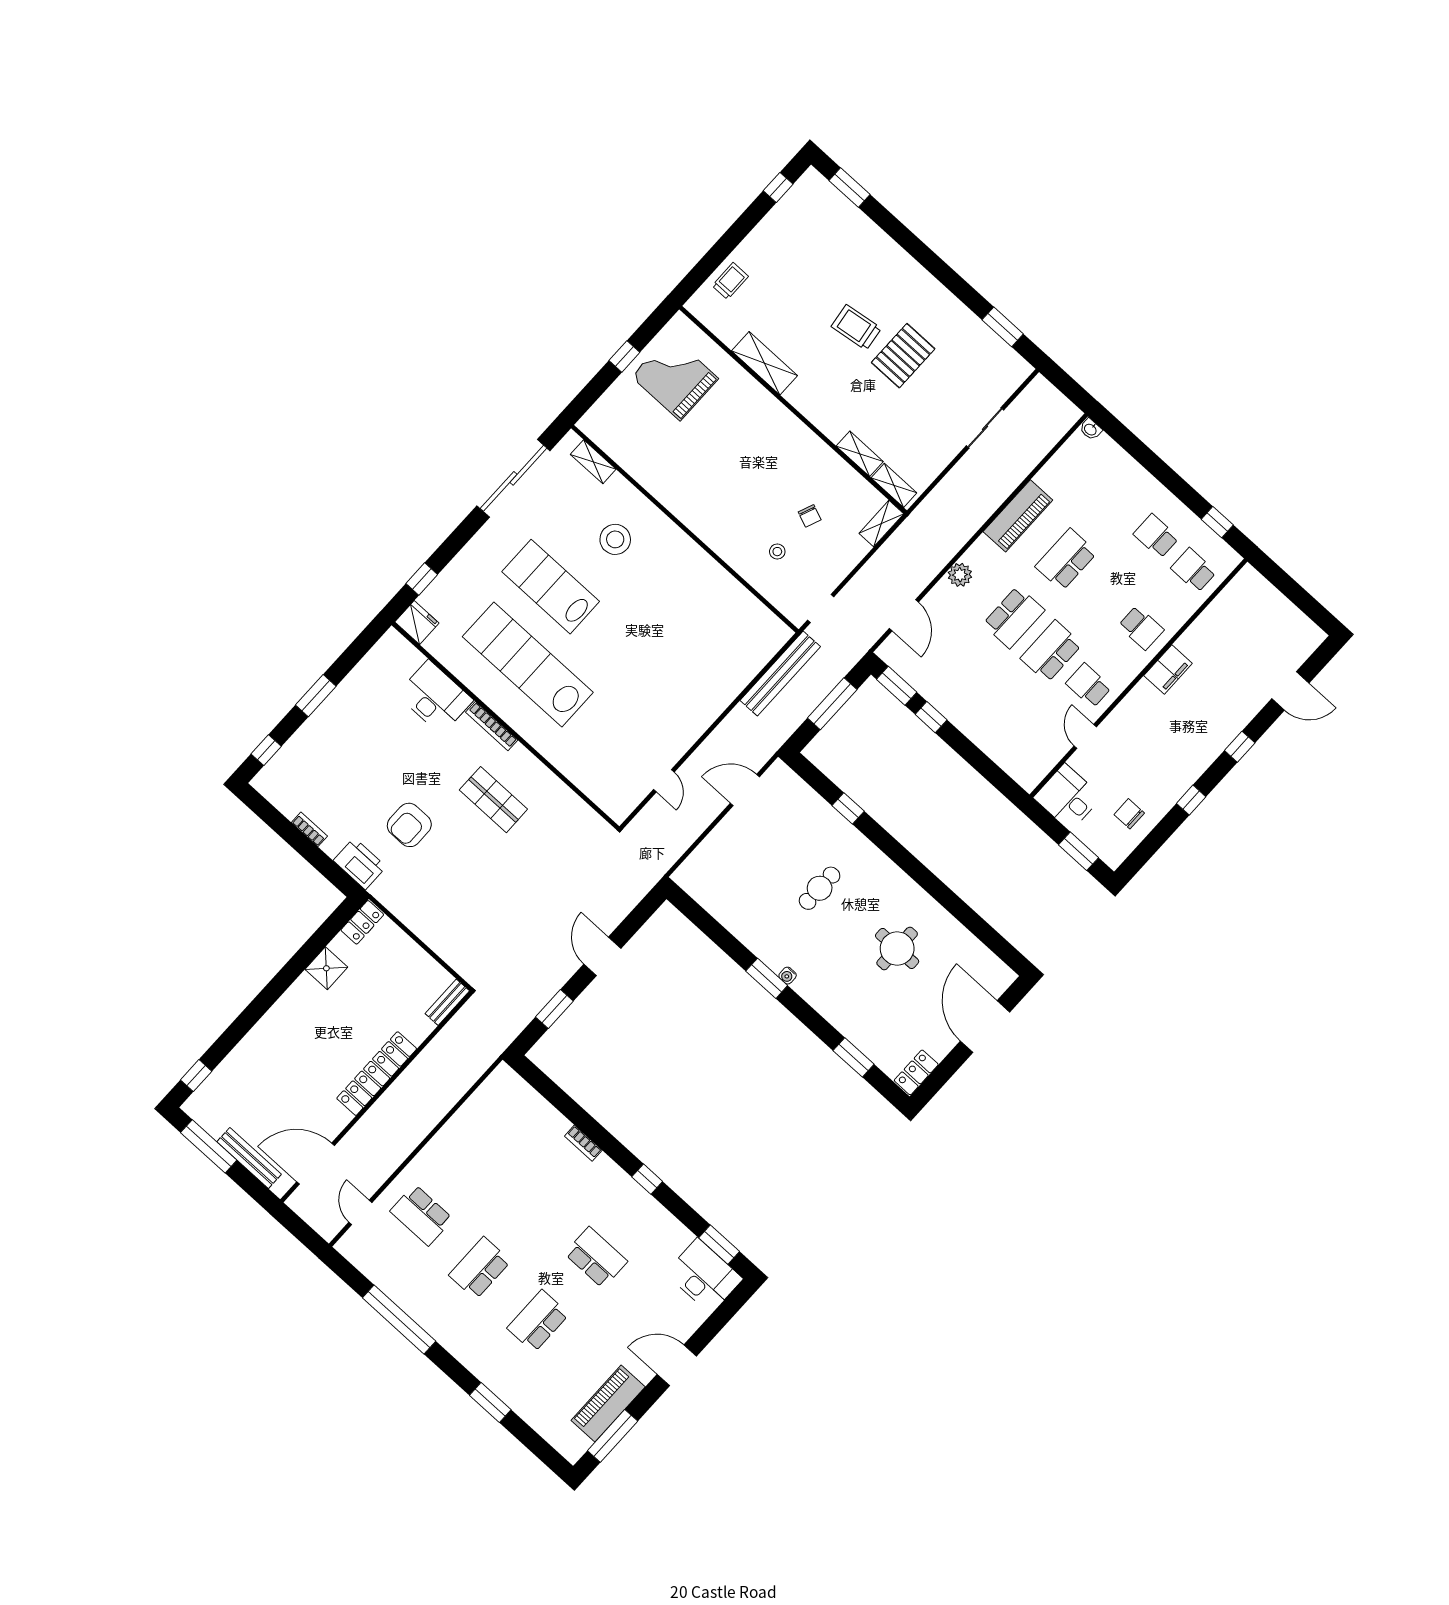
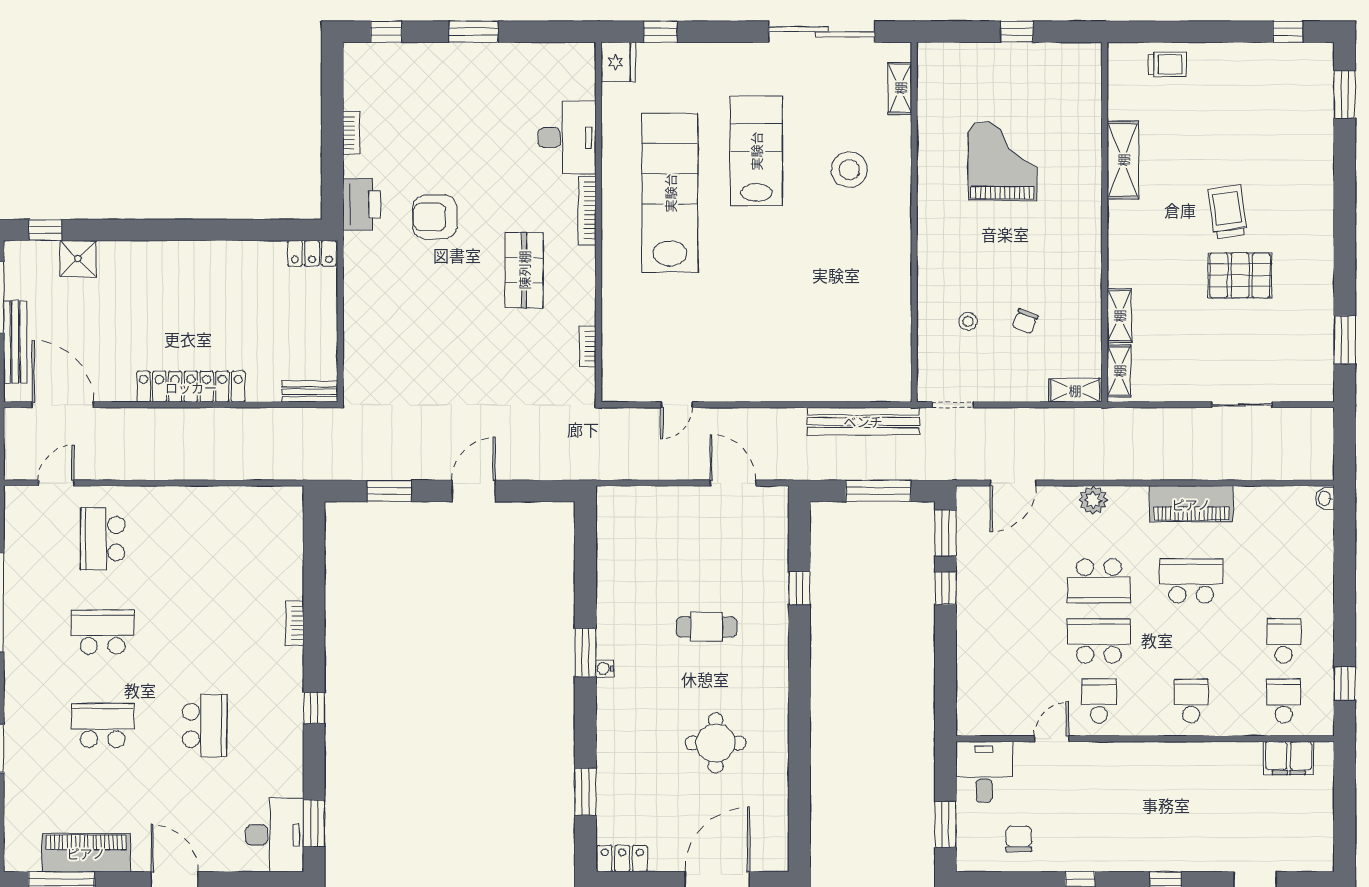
grand piano: (675, 378) -> (1002, 161), moved
school desk: (1141, 628) -> (1191, 701), turned 180
filing cabinet: (1168, 670) -> (1289, 758), moved
bookcase: (577, 803) -> (588, 346), added
shower: (326, 968) -> (78, 259), moved

